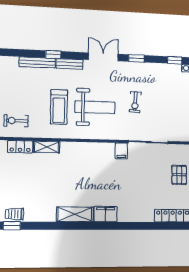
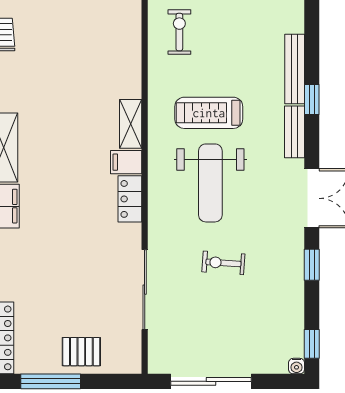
locker: (20, 147) -> (130, 199), moved
shelving: (47, 147) -> (131, 124), moved
filing cabinet: (121, 151) -> (126, 162), moved

